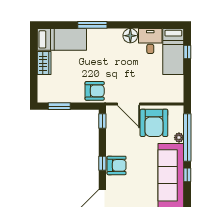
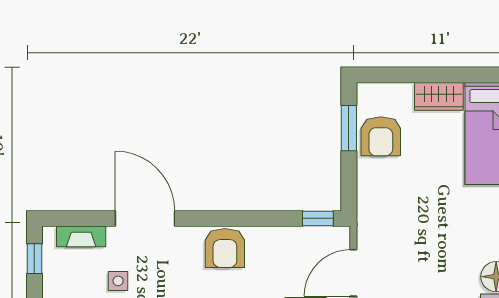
armchair: (95, 91) -> (381, 136), moved
window: (102, 163) -> (229, 218), removed

